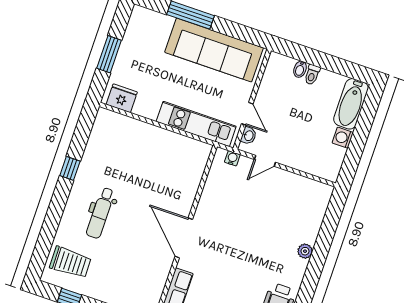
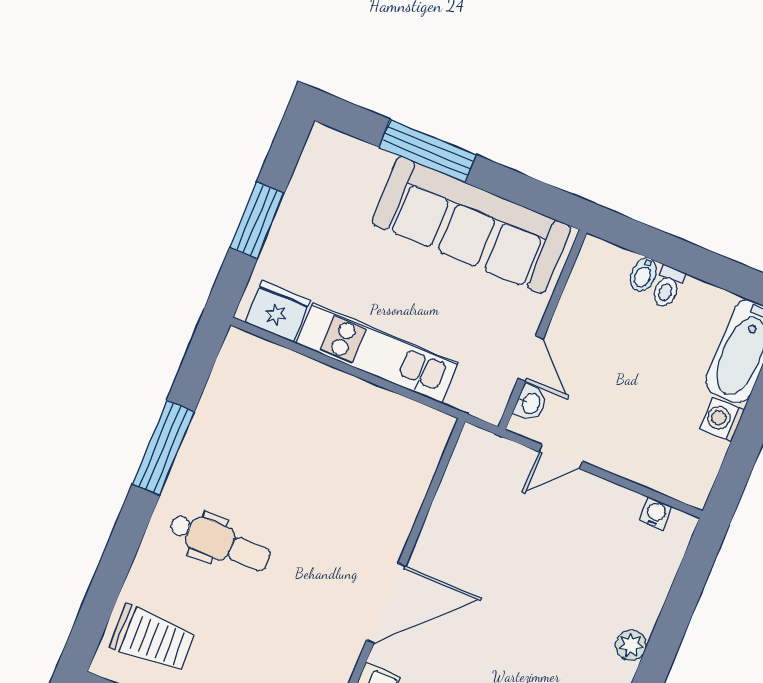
kitchen unit: (196, 124) -> (377, 353), moved
water cooler: (232, 158) -> (656, 514), moved
window: (70, 168) -> (163, 448), width x2.17
dental chair: (100, 213) -> (220, 542), turned -90
door: (184, 238) -> (386, 603), swing flipped

